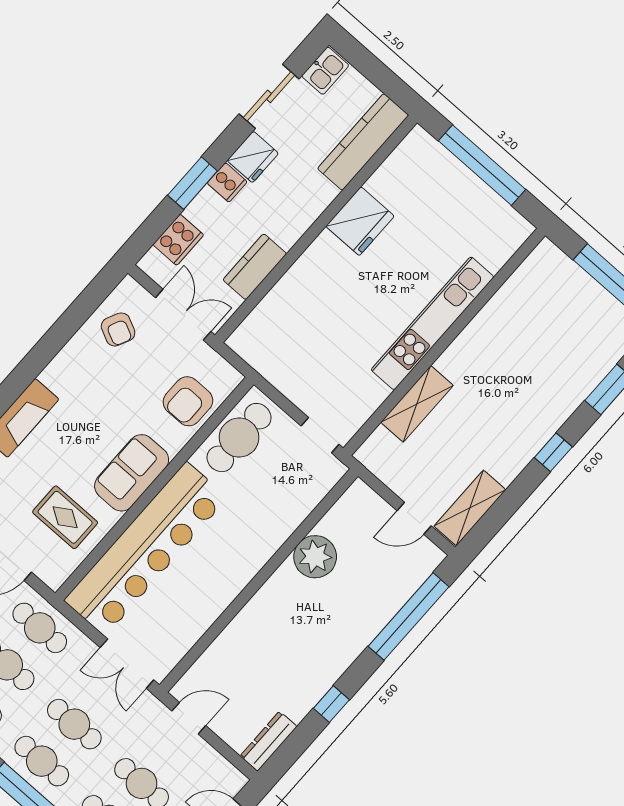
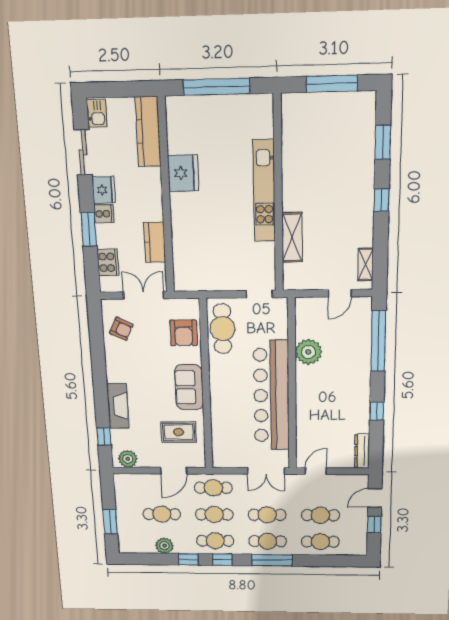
shelving: (470, 508) -> (366, 264), width x0.67, depth x0.75
bar counter: (146, 549) -> (271, 396), moved, turned 180

